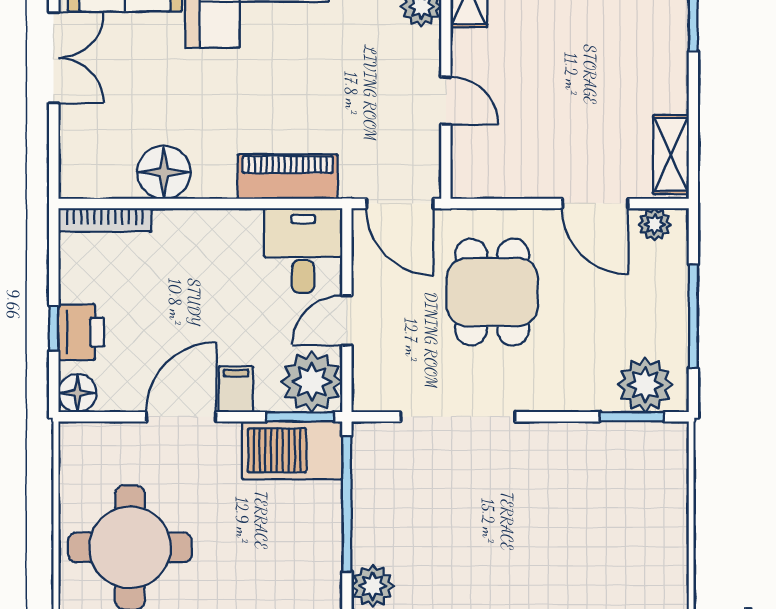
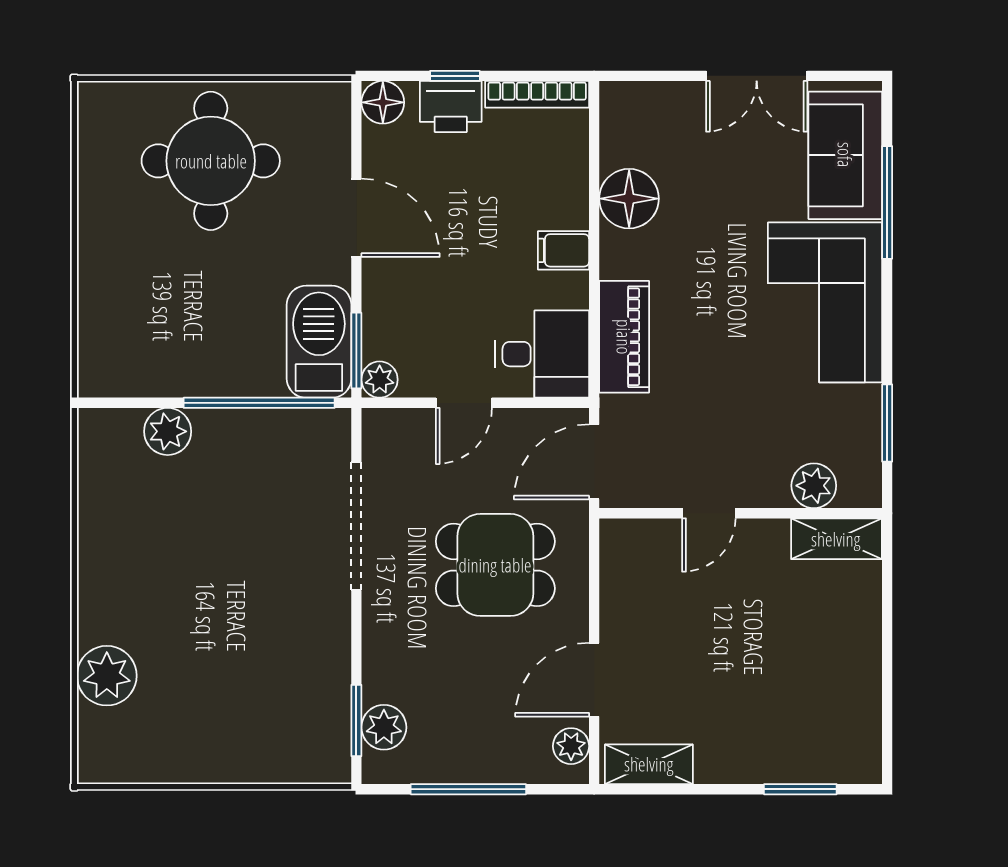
bookcase: (105, 220) -> (537, 94), moved, turned -90
door: (347, 320) -> (464, 403), swing flipped
plant: (312, 382) -> (380, 380), width x0.53, depth x0.53
plant: (645, 385) -> (384, 727), width x0.73, depth x0.73
filing cabinet: (236, 389) -> (563, 250), moved, turned 180

